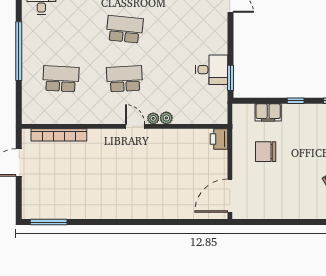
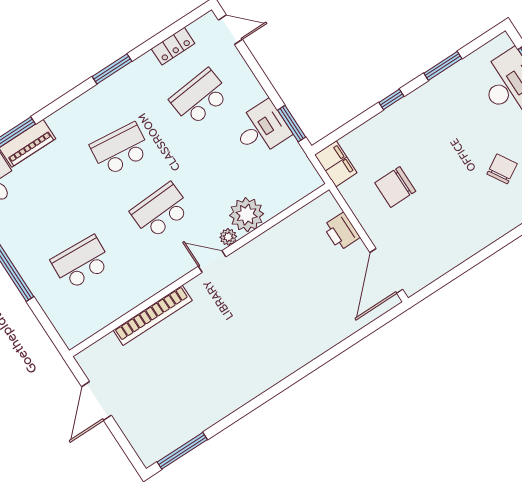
school desk: (188, 29) -> (200, 97), added
filing cabinet: (268, 112) -> (336, 164), moved, turned -90
plant: (166, 118) -> (247, 215), width x1.88, depth x1.88
bookcase: (59, 135) -> (153, 315), moved
printer: (219, 139) -> (342, 231), moved

